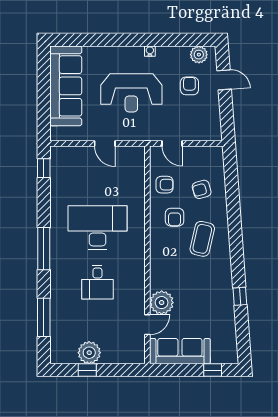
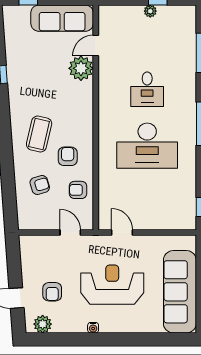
door: (105, 143) -> (122, 232), moved
desk: (97, 282) -> (147, 89), turned 180
plant: (89, 353) -> (150, 11), width x0.53, depth x0.53

